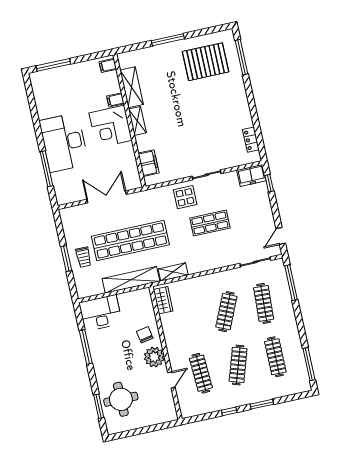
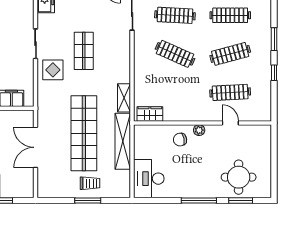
window: (86, 347) -> (199, 200), moved
plant: (154, 357) -> (199, 130), width x0.53, depth x0.53
clothes rail: (238, 365) -> (230, 54), turned -33

